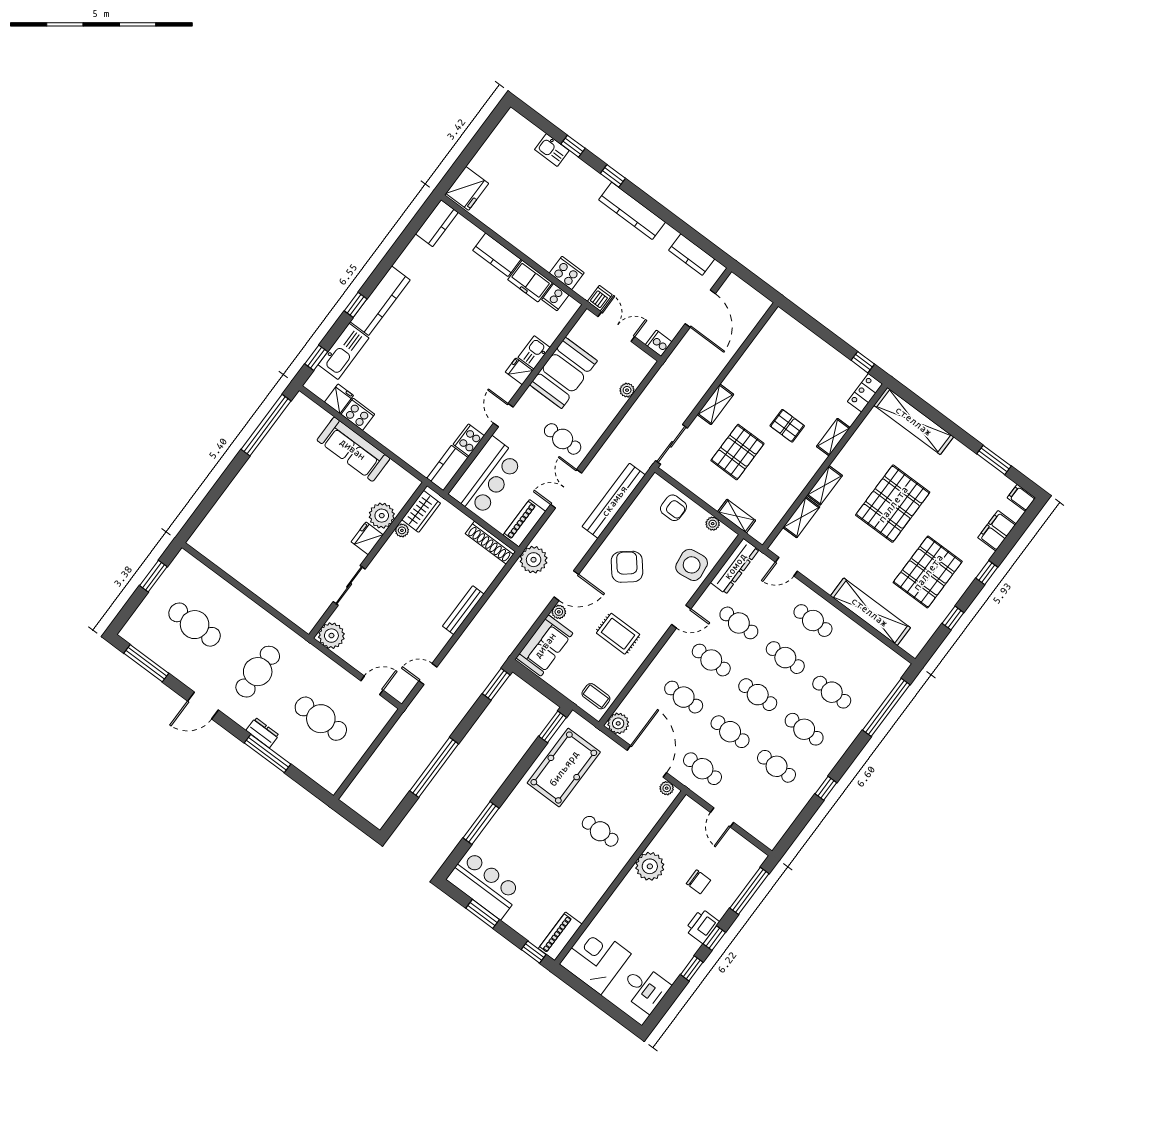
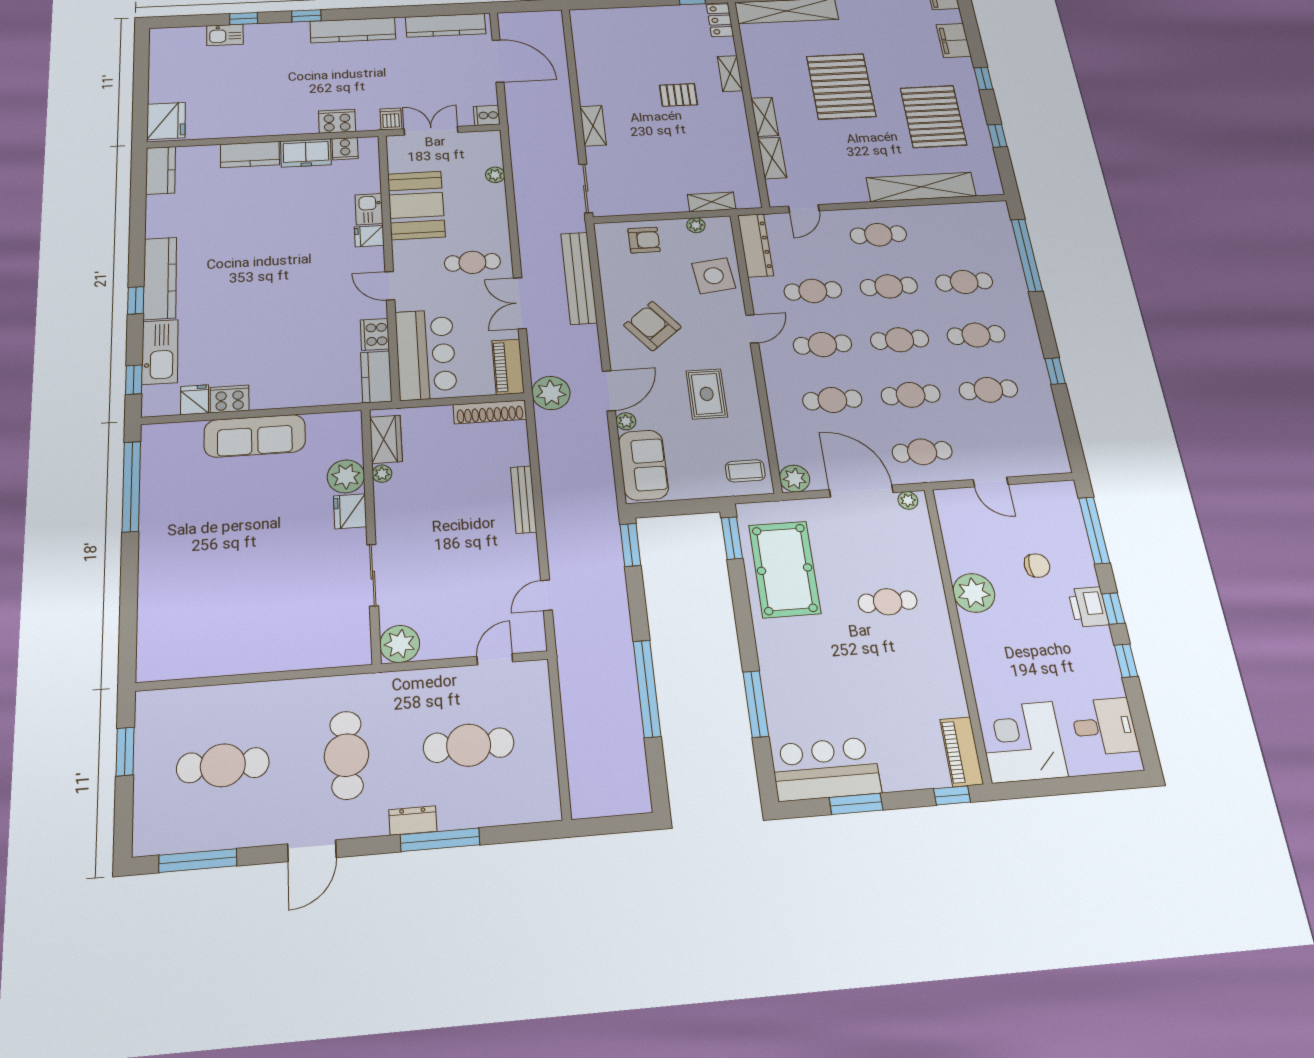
kitchen counter: (692, 255) -> (446, 25), width x1.50
pallet: (737, 452) -> (655, 149), removed
rug: (618, 634) -> (707, 394), turned 90

